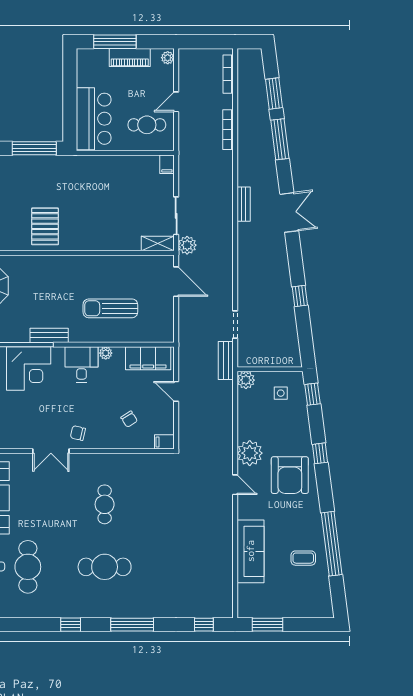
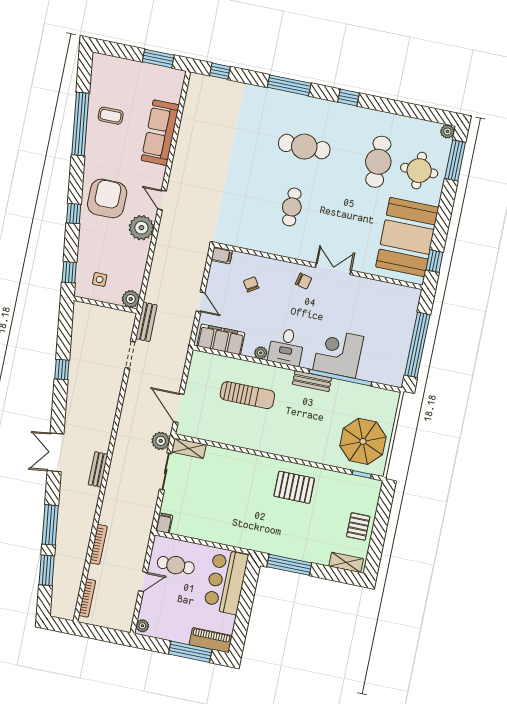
piano: (130, 57) -> (210, 640), moved
pallet: (45, 226) -> (294, 487), turned 90

